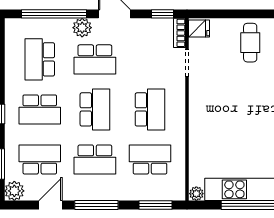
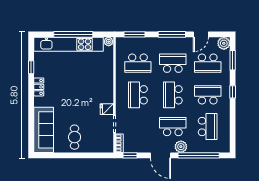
fridge: (199, 29) -> (107, 109), moved

